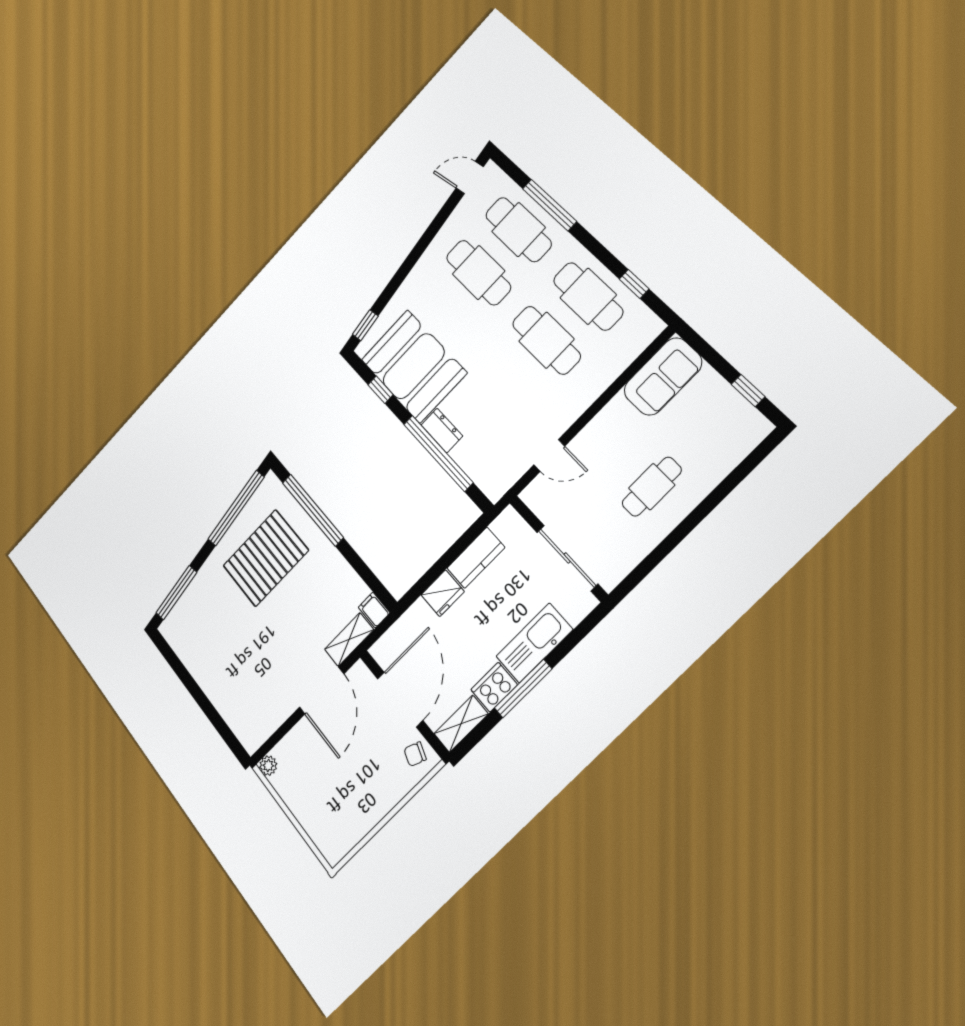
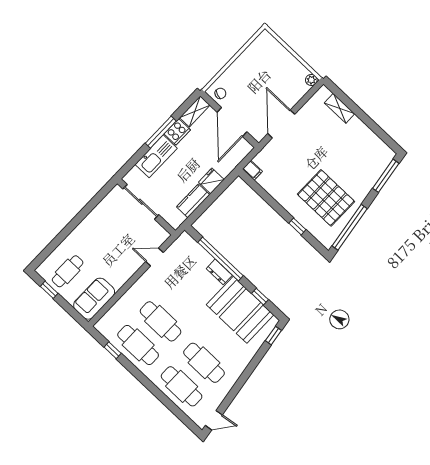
window: (549, 205) -> (164, 399), removed
cafe table: (652, 487) -> (68, 271), moved
window: (313, 510) -> (297, 226), width x0.32
pallet: (266, 558) -> (326, 198), turned 90
shelving: (349, 640) -> (340, 108), moved, turned 90

